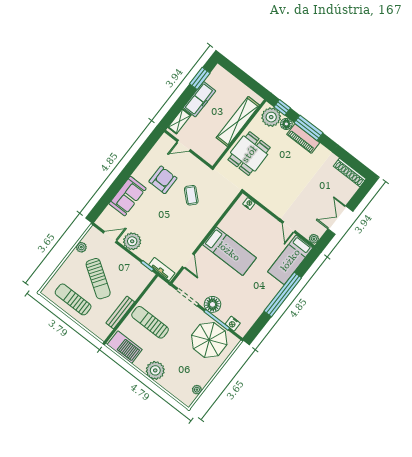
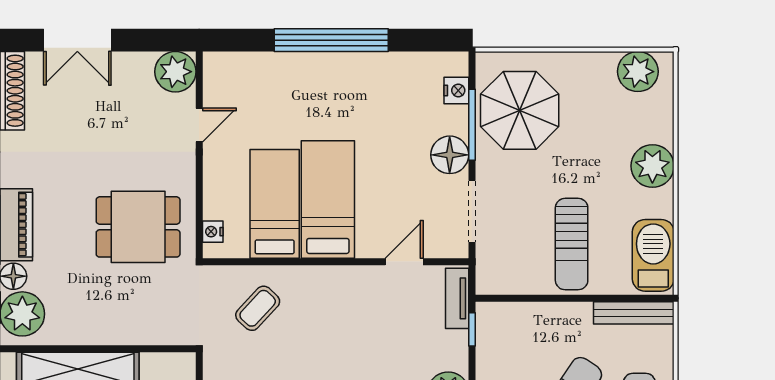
dining table: (249, 154) -> (138, 227), moved
coffee table: (191, 195) -> (258, 308), moved
double door: (340, 220) -> (77, 40), moved
plant: (314, 239) -> (175, 72), width x1.88, depth x1.88
bed: (290, 260) -> (275, 204), moved, turned -90
bench: (120, 312) -> (634, 313), moved
plant: (197, 390) -> (638, 72), width x1.88, depth x1.88

